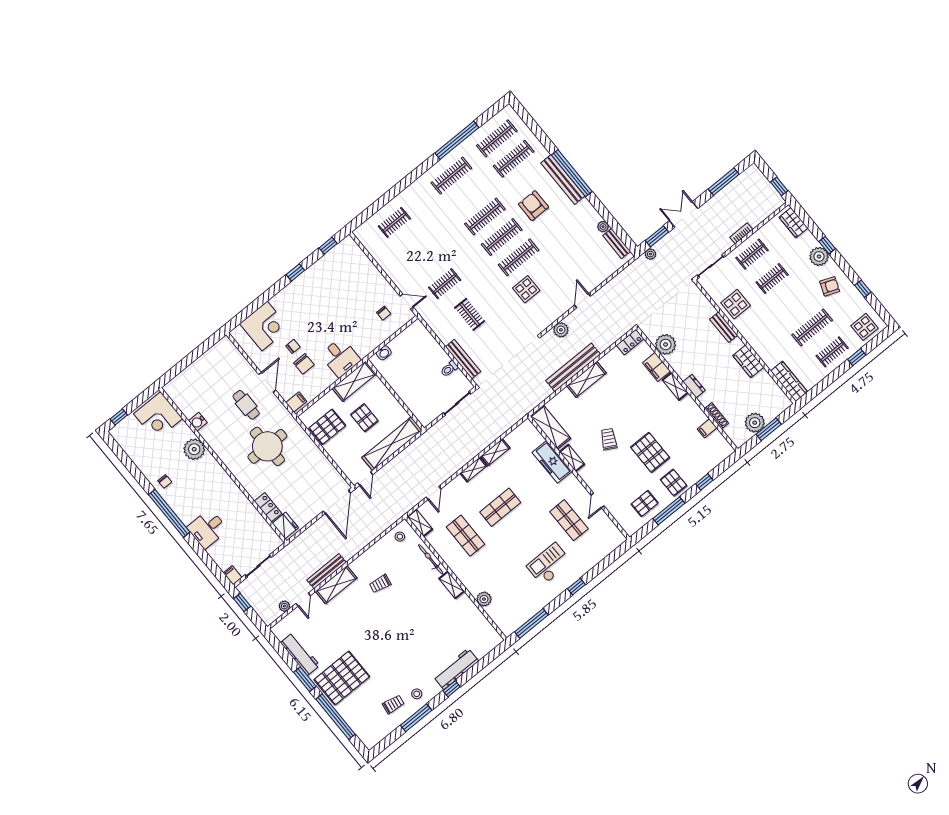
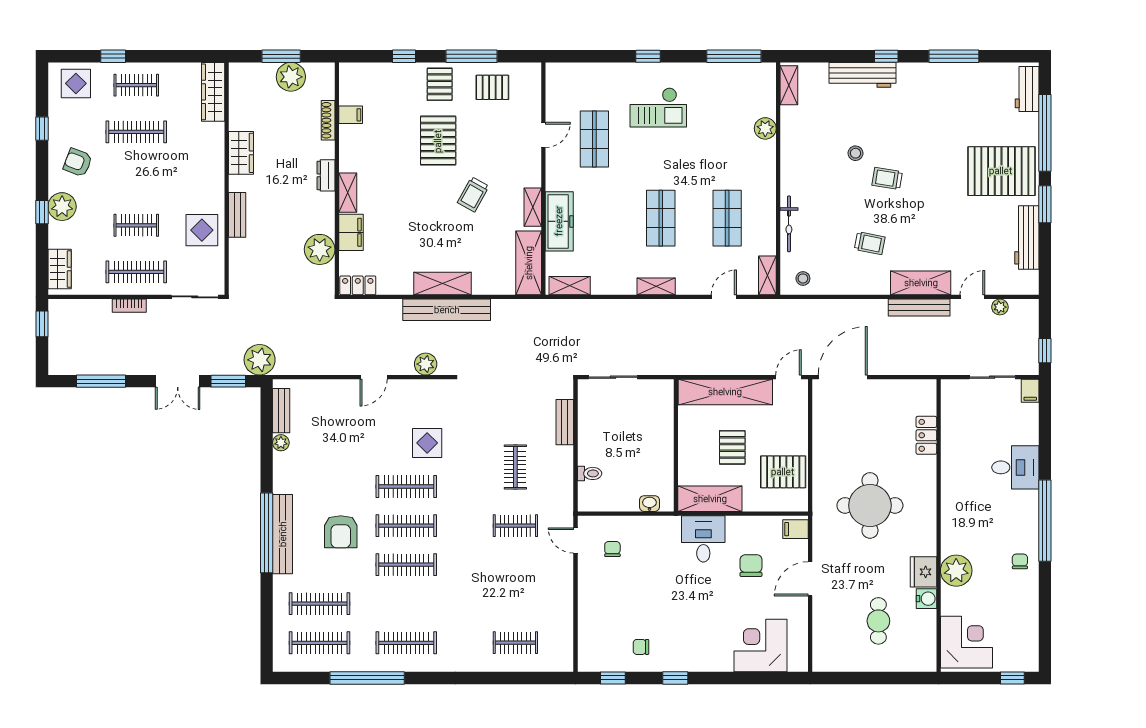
plant: (650, 254) -> (260, 360), width x1.87, depth x1.87
clothes rail: (752, 254) -> (136, 272), width x1.36
chair: (293, 346) -> (641, 647), moved
bench: (463, 359) -> (565, 422), width x0.73
toilet: (449, 369) -> (590, 473), moved
cafe table: (246, 405) -> (878, 621), moved
shelving: (495, 452) -> (570, 286), moved
shop shelf: (500, 507) -> (661, 218), turned 90
fridge: (285, 525) -> (923, 572), moved
shelving: (452, 585) -> (789, 85), moved
stool: (417, 694) -> (855, 153), moved
trolley: (393, 704) -> (887, 178), moved
workbench: (364, 732) -> (1027, 89), added

